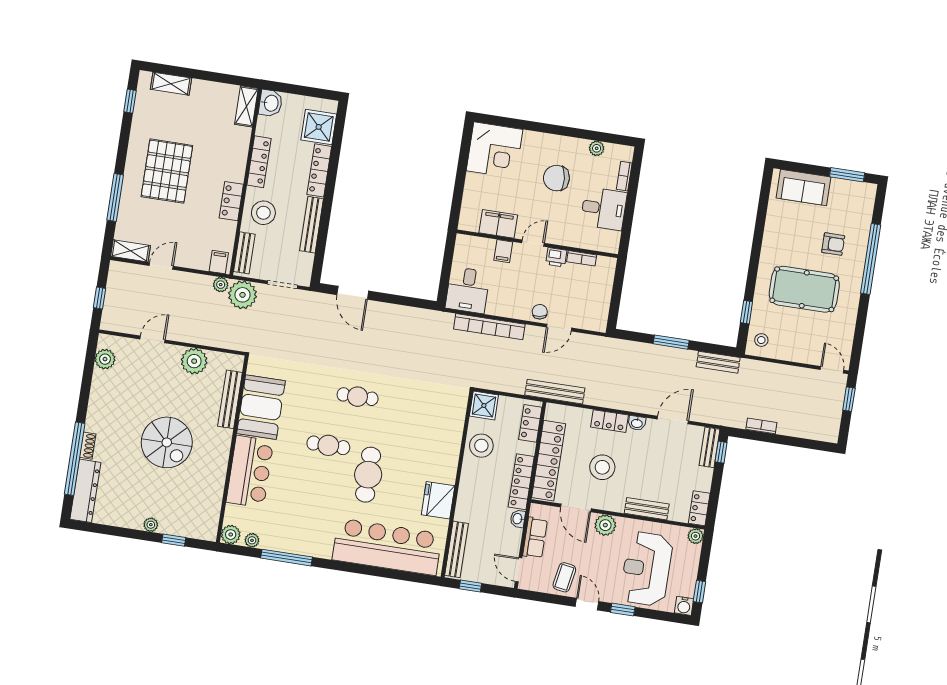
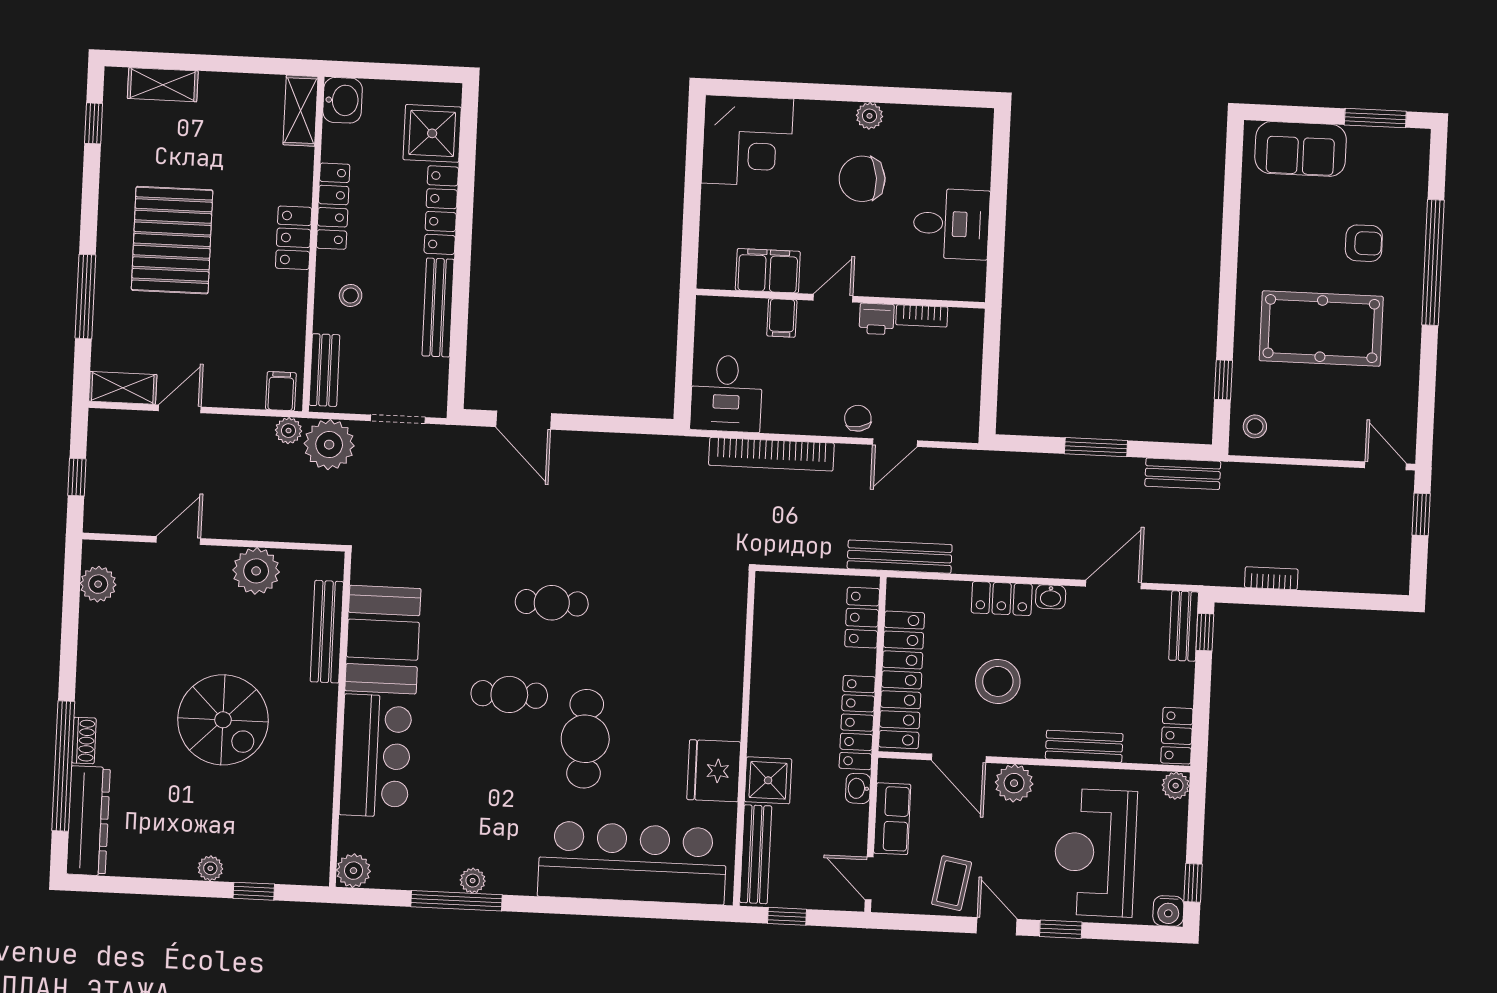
plant: (597, 148) -> (869, 116), moved
bookcase: (624, 176) -> (982, 162), removed
locker: (231, 201) -> (294, 238), moved
stool: (263, 213) -> (351, 295), width x0.53, depth x0.53
shower: (484, 406) -> (768, 780), moved
stool: (481, 446) -> (780, 666), removed
plant: (252, 540) -> (473, 881), moved

